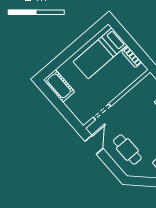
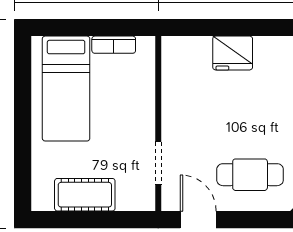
cot: (59, 86) -> (85, 195), moved

